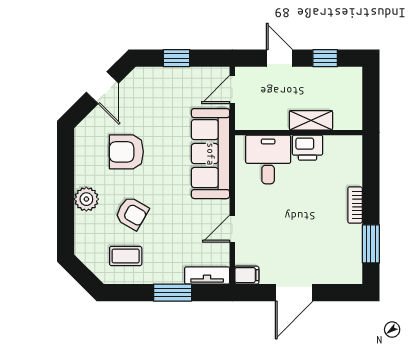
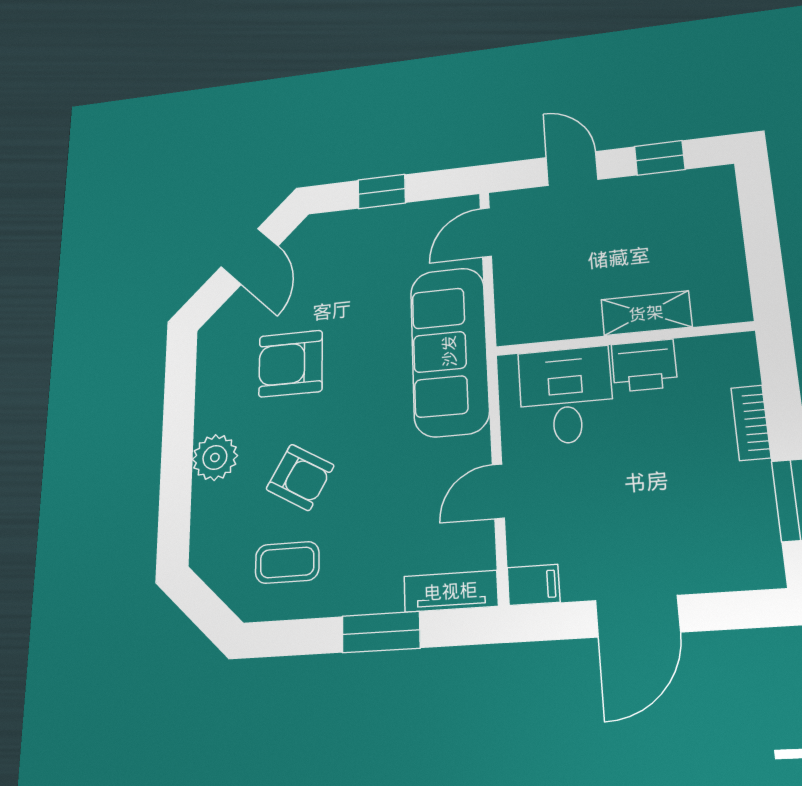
shelving: (311, 120) -> (646, 313), moved
wall: (299, 133) -> (623, 339), moved
printer: (307, 148) -> (644, 366), moved
desk: (268, 159) -> (566, 396), moved

